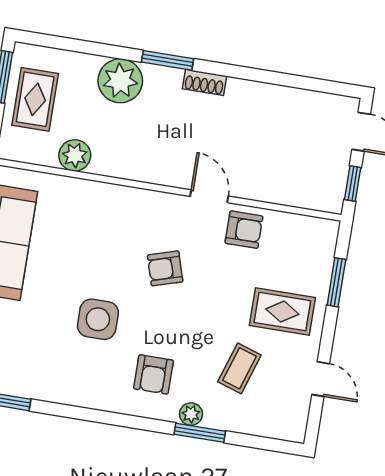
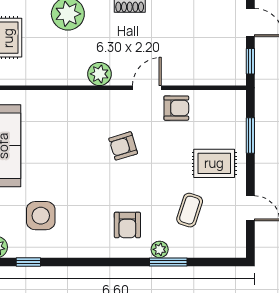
plant: (75, 155) -> (100, 74), moved
door: (209, 196) -> (147, 88), hinge flipped
side table: (98, 319) -> (41, 216), moved

